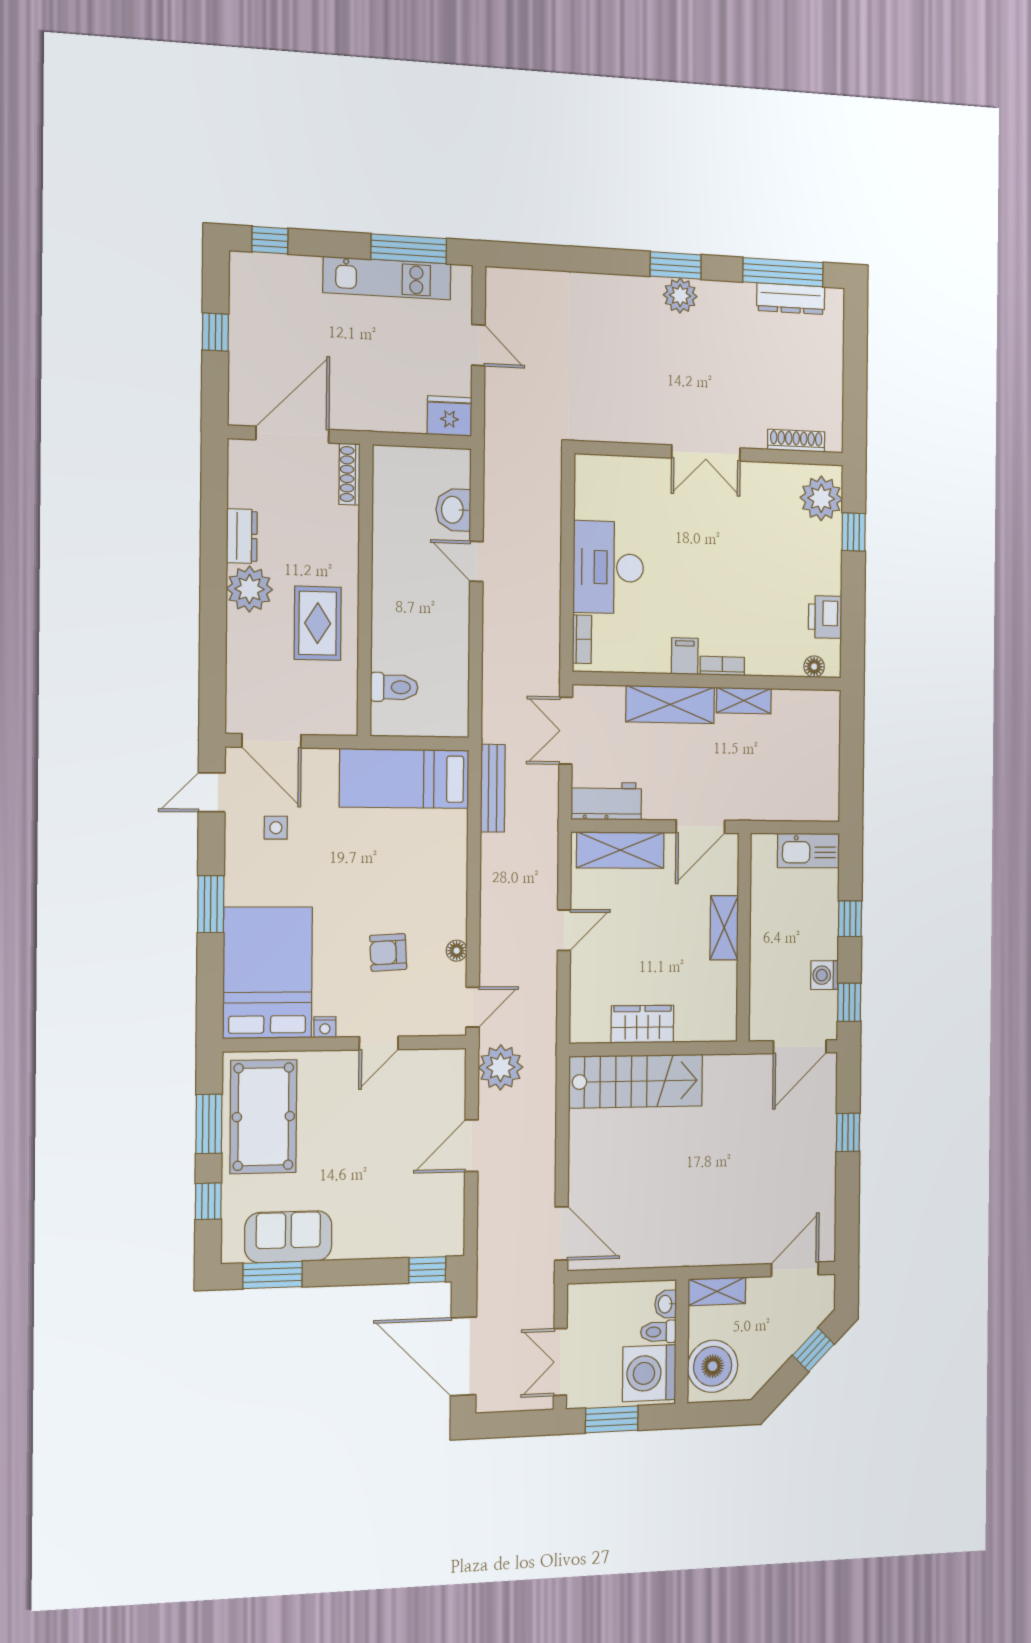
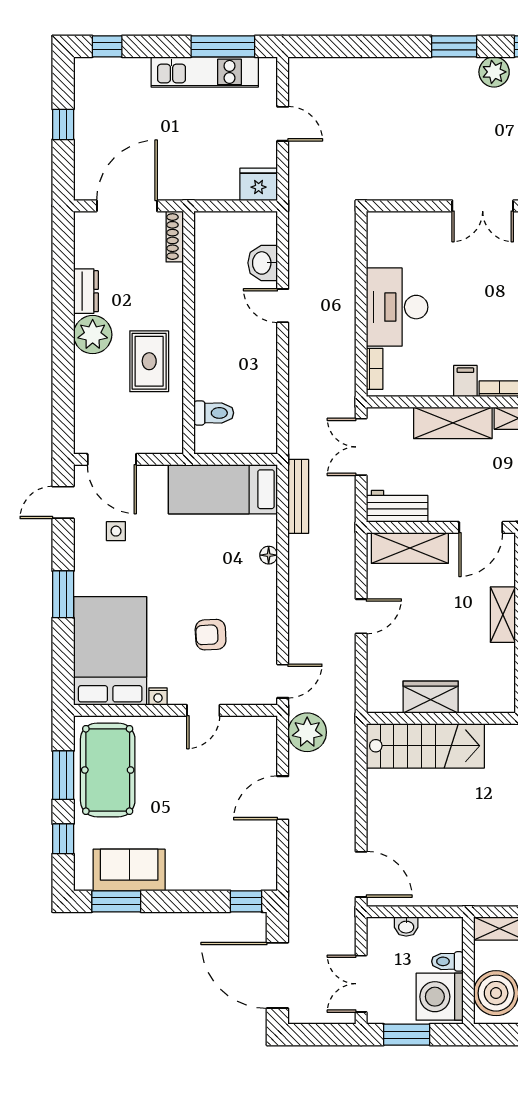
plant: (680, 296) -> (494, 72), moved
floor lamp: (457, 951) -> (269, 555), moved
washbasin: (666, 1304) -> (406, 927), moved, turned -90

